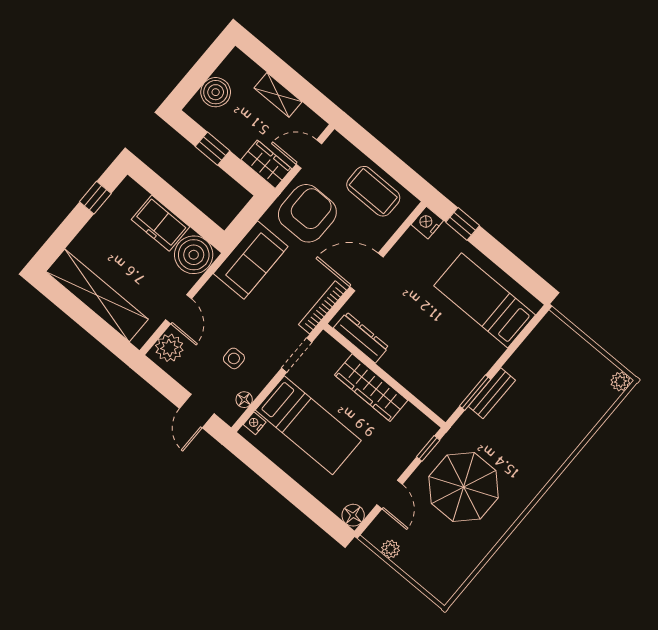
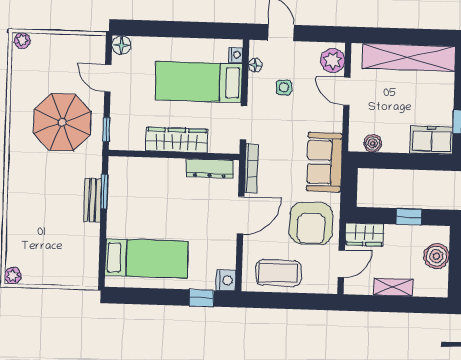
freezer: (160, 223) -> (431, 140), moved
boiler: (194, 255) -> (373, 143), width x0.54, depth x0.54
plant: (391, 549) -> (22, 40), moved

